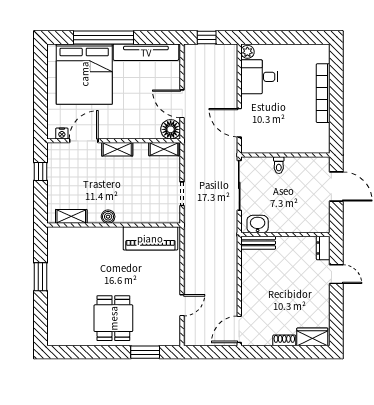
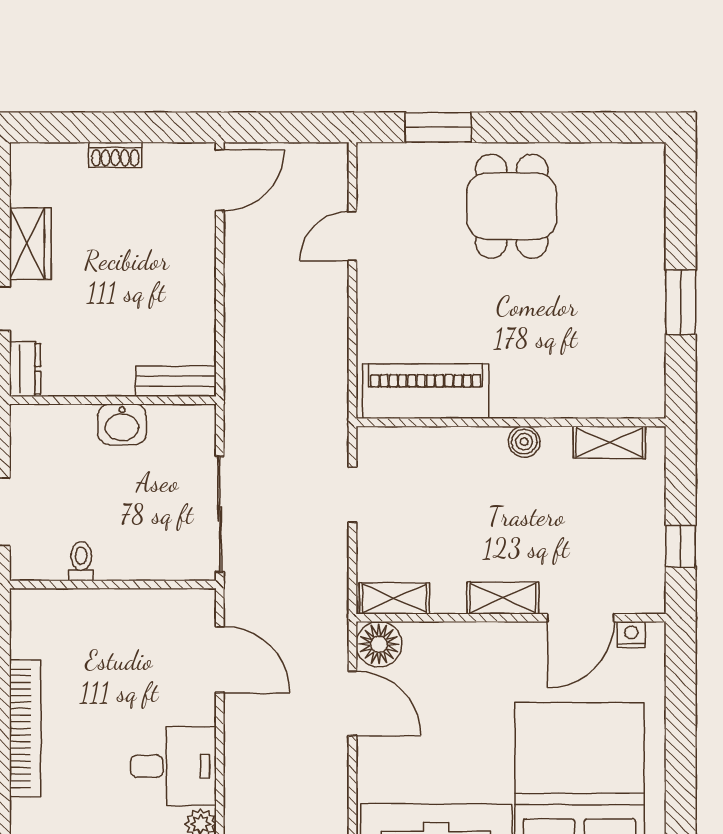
toilet: (279, 165) -> (81, 561), moved
washbasin: (258, 224) -> (122, 424), moved
wardrobe: (312, 337) -> (30, 243), moved, turned -90

